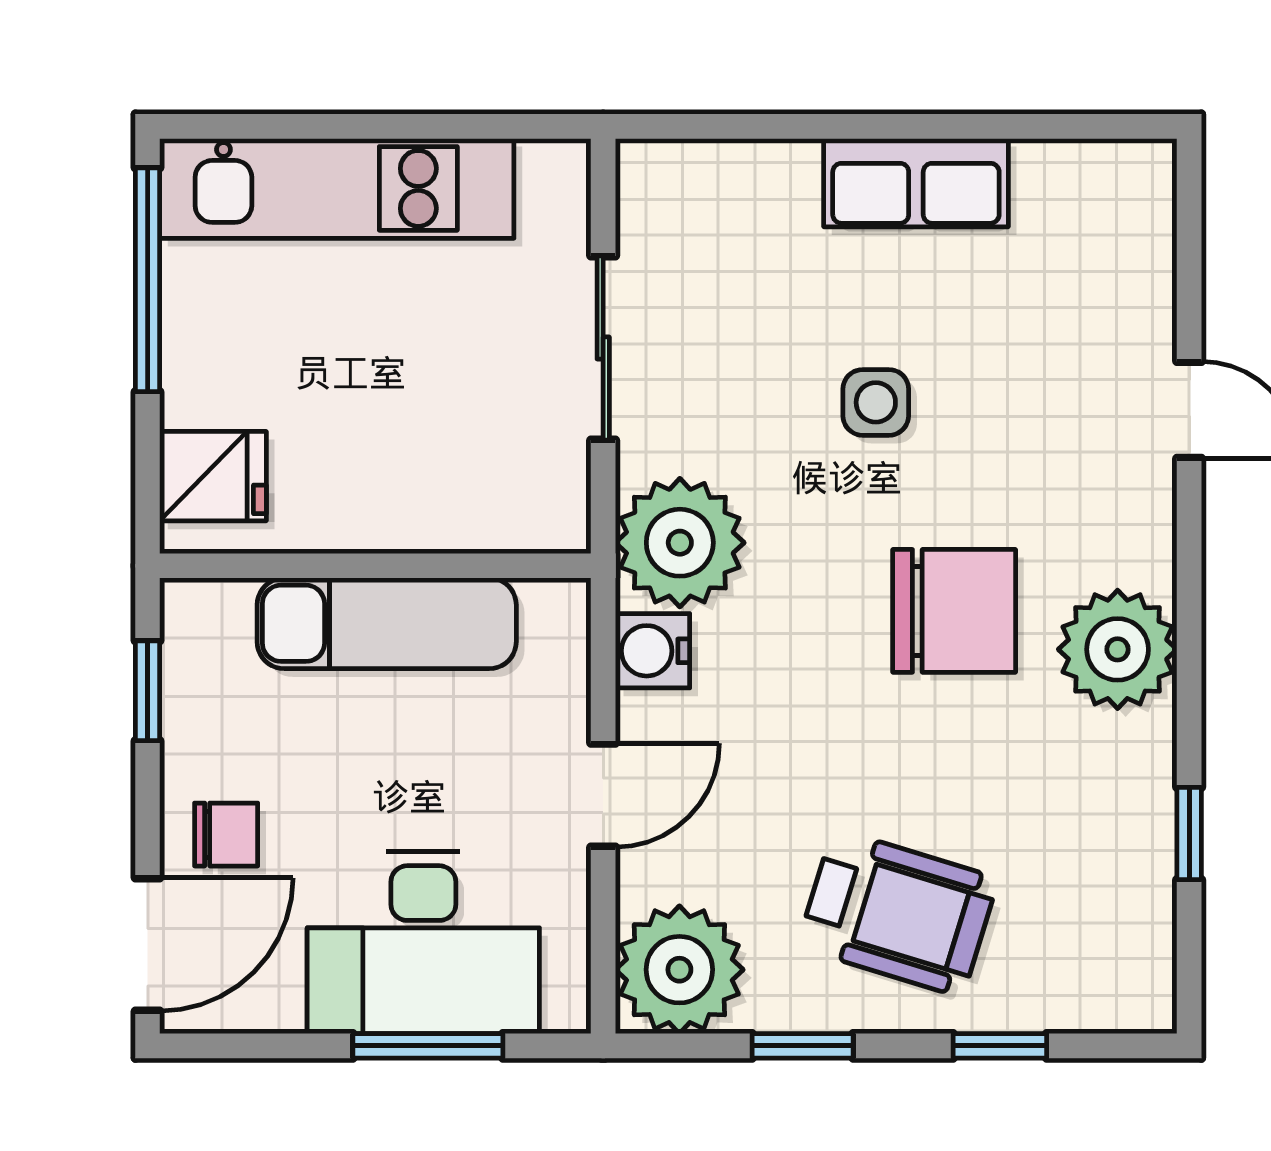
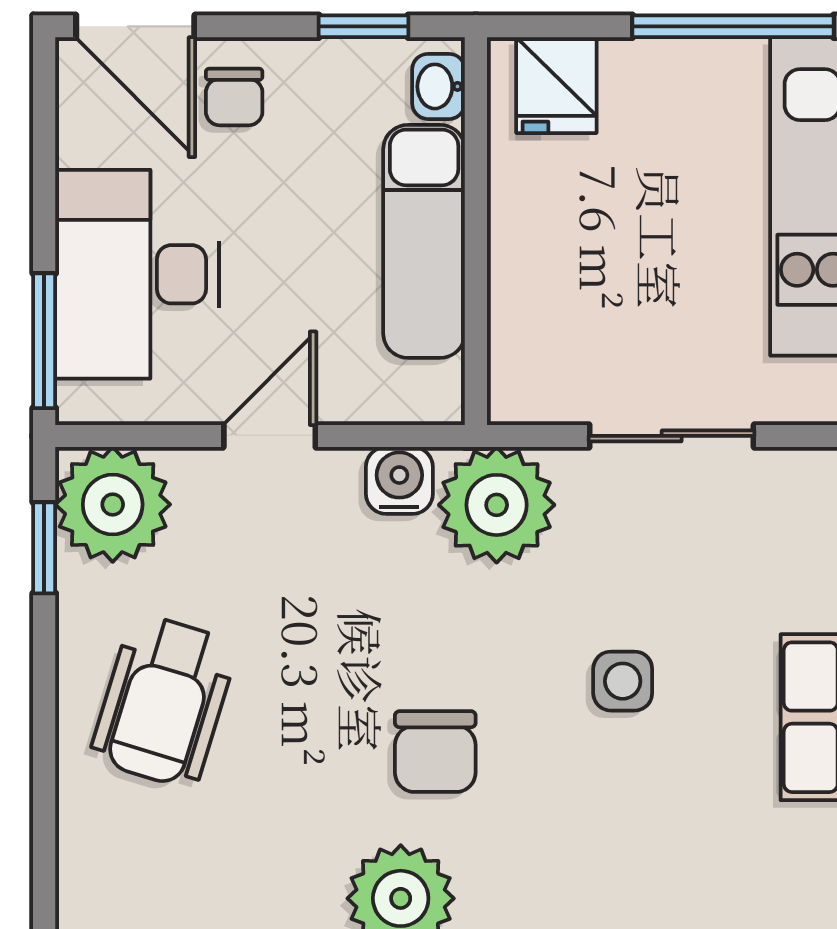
washbasin: (214, 607) -> (439, 86), added
chair: (954, 611) -> (435, 752), width x0.73, depth x0.73
door: (603, 795) -> (270, 436), swing flipped
window: (428, 1046) -> (44, 341), moved
window: (803, 1046) -> (44, 548), moved
window: (1000, 1046) -> (44, 793), removed

